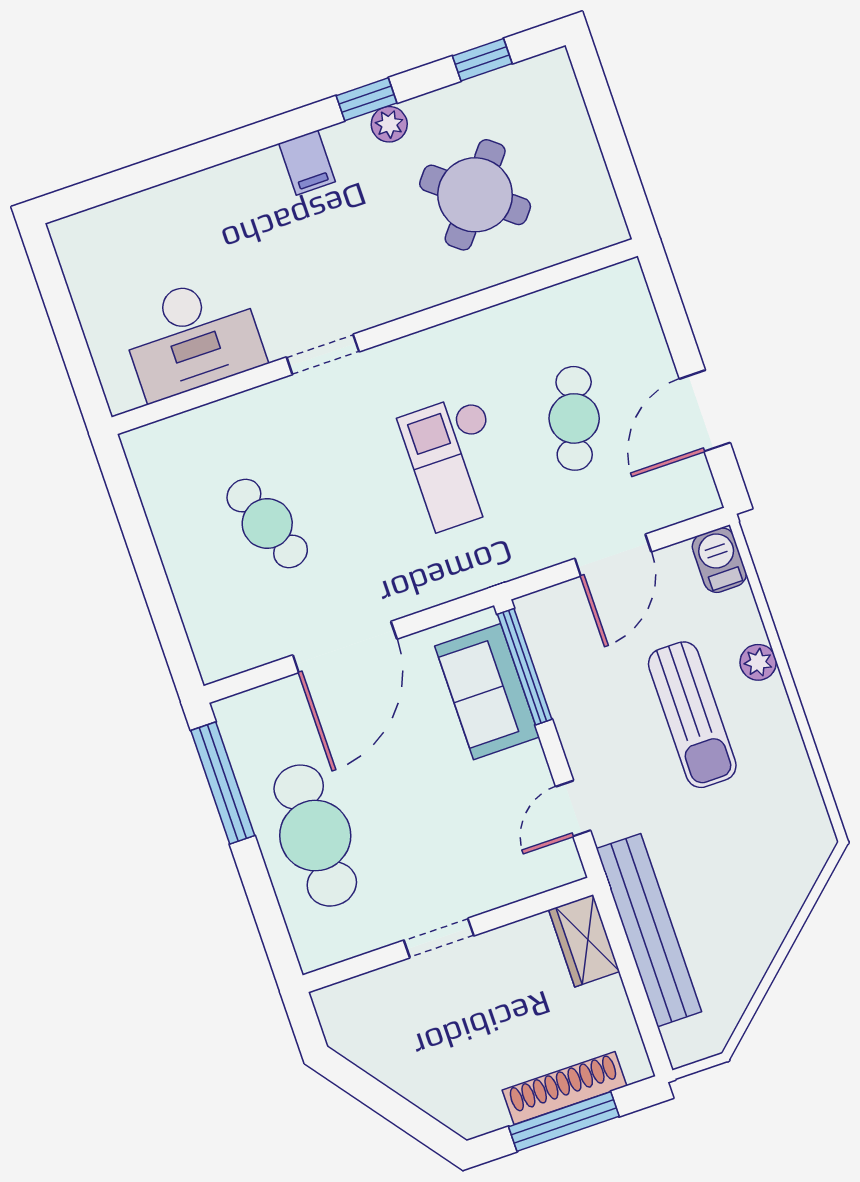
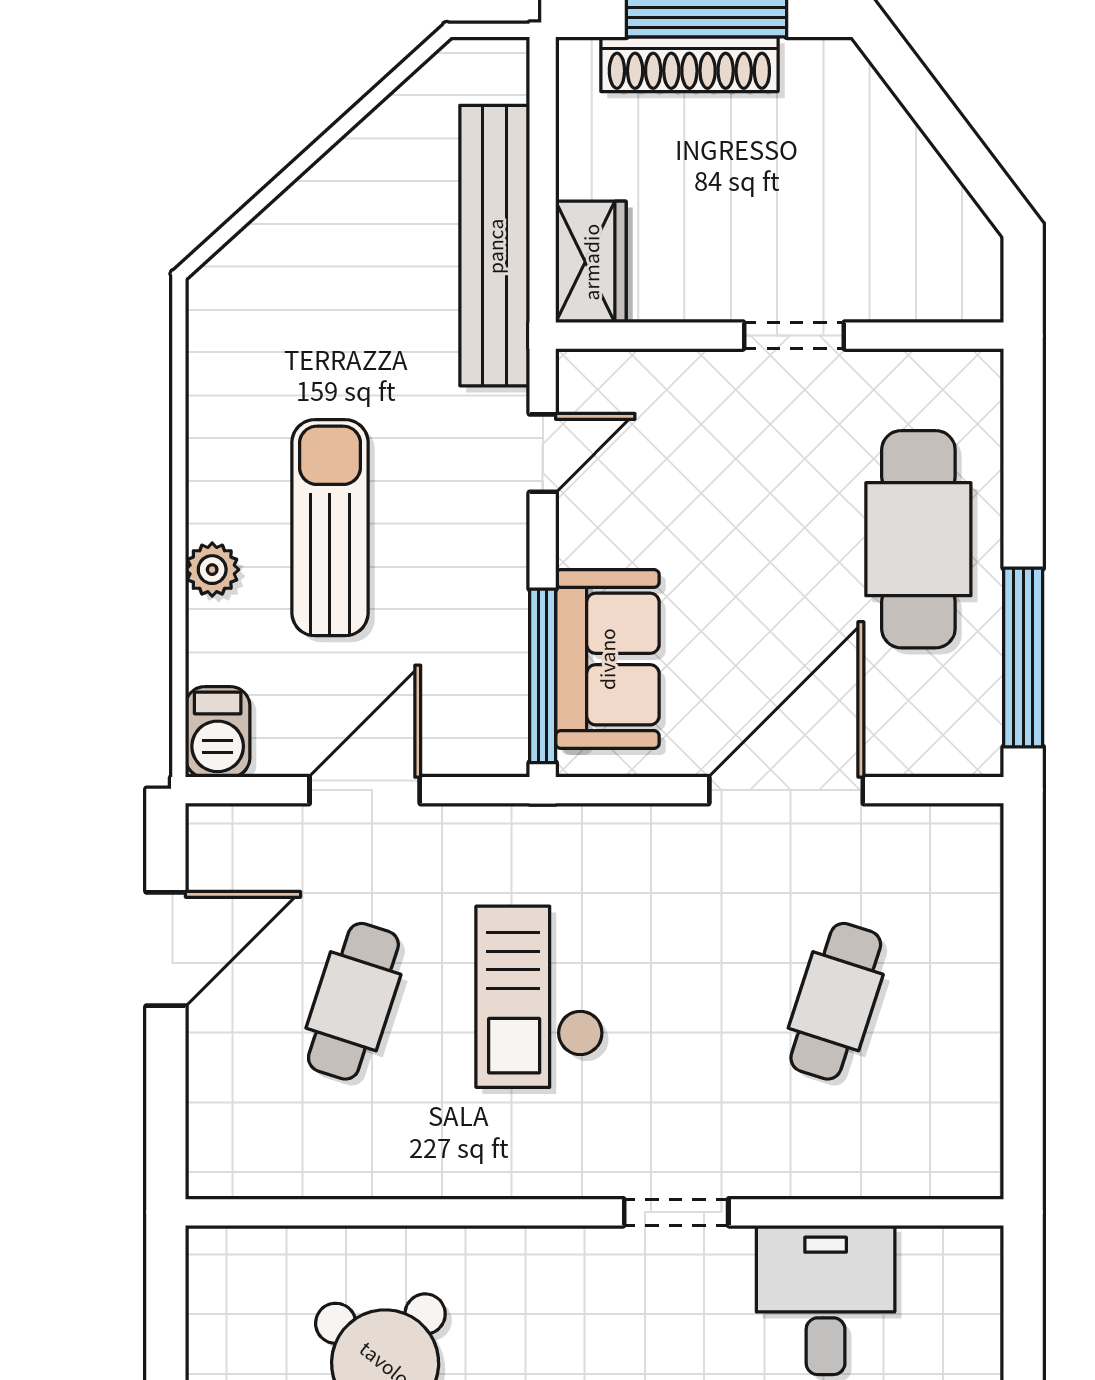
desk: (192, 337) -> (826, 1300), width x0.73
checkout: (457, 462) -> (540, 997), turned 180
cafe table: (267, 523) -> (836, 1001), turned 39

